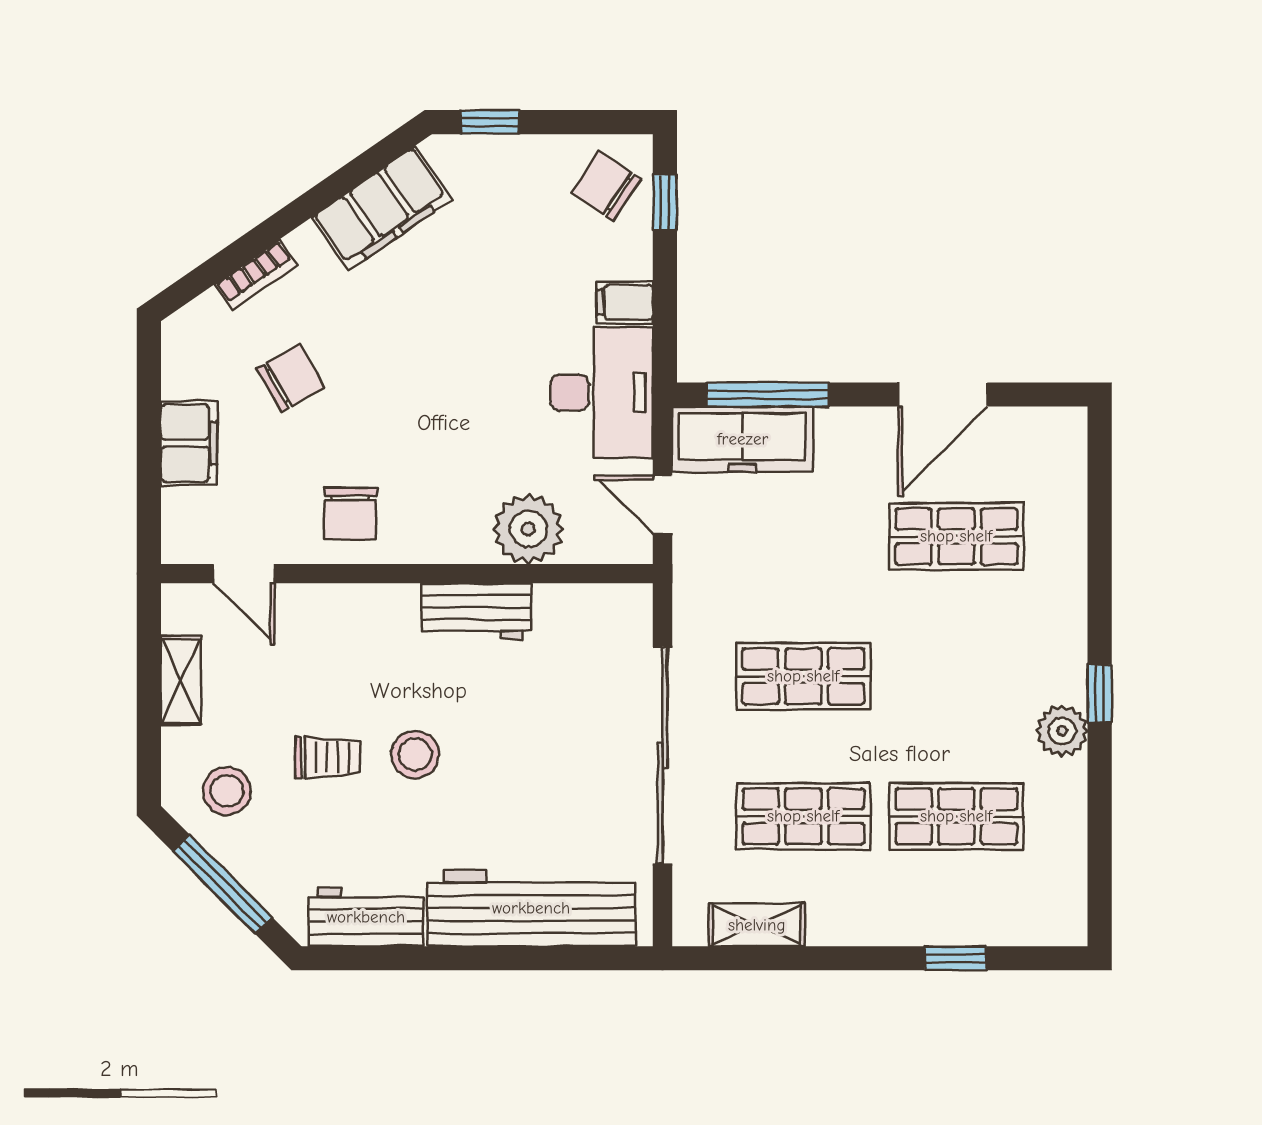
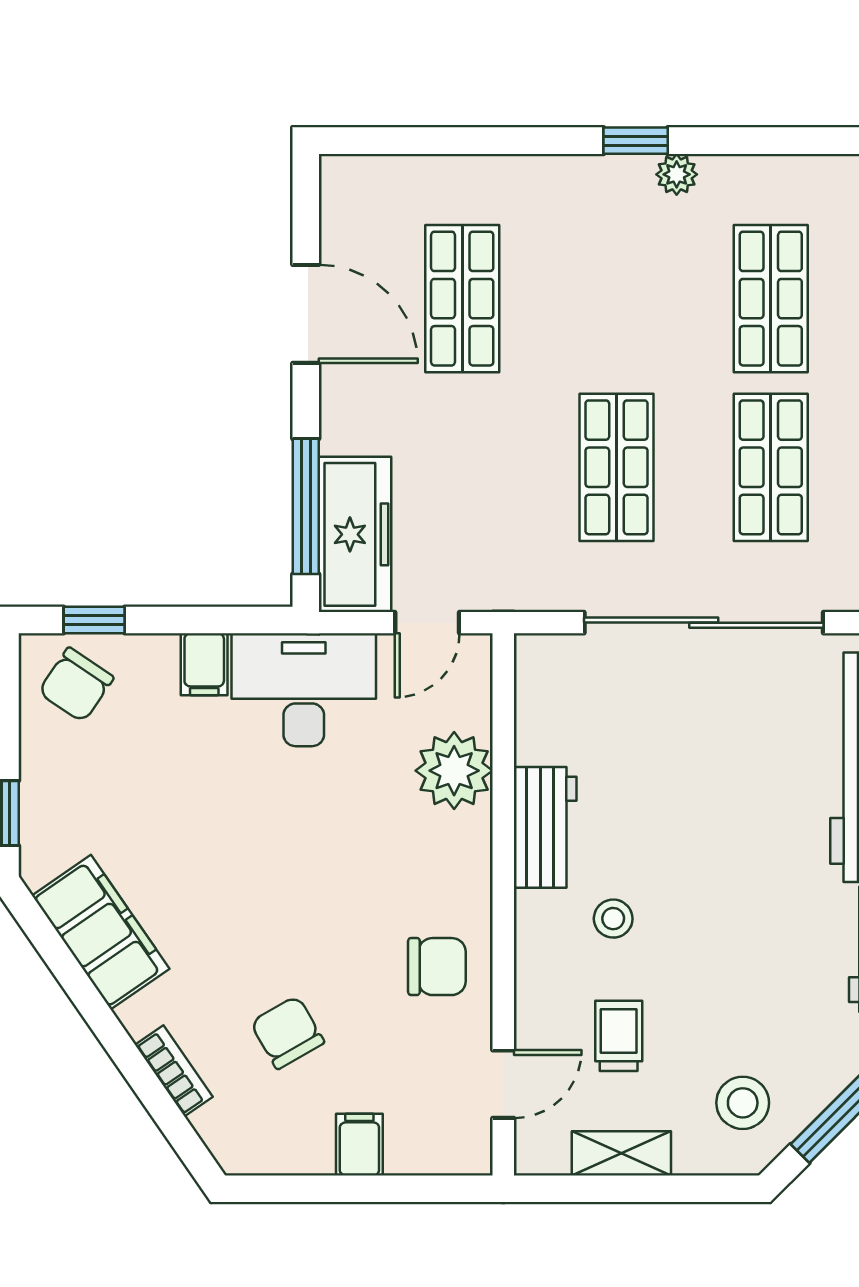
filing cabinet: (189, 443) -> (359, 1145), width x0.50
plant: (1062, 731) -> (677, 174), width x0.73, depth x0.73
stool: (415, 754) -> (613, 919), moved, width x0.73, depth x0.73
trolley: (328, 757) -> (619, 1036), moved

